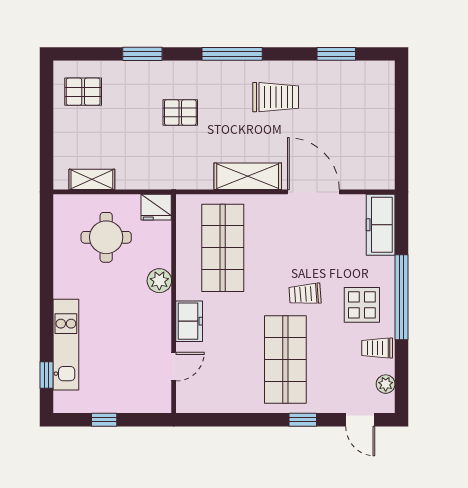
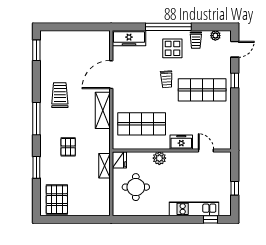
window: (336, 54) -> (36, 50), moved
pallet: (83, 92) -> (57, 200), width x1.50, depth x1.42
shelving: (92, 179) -> (104, 166), moved

